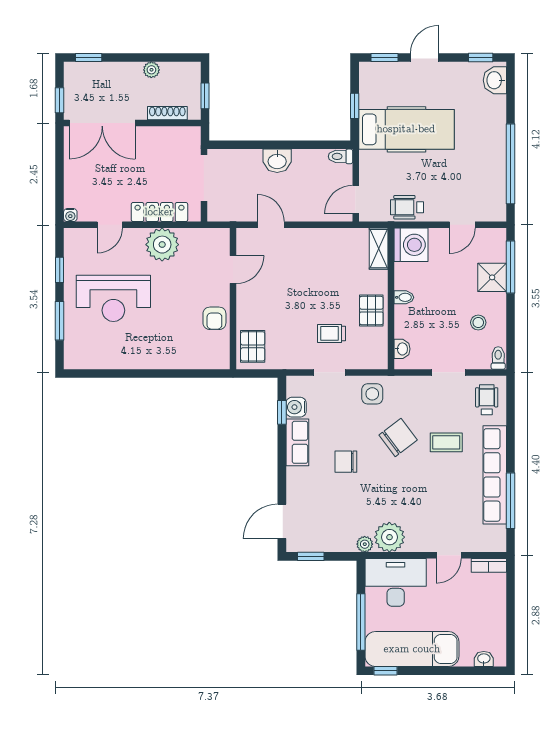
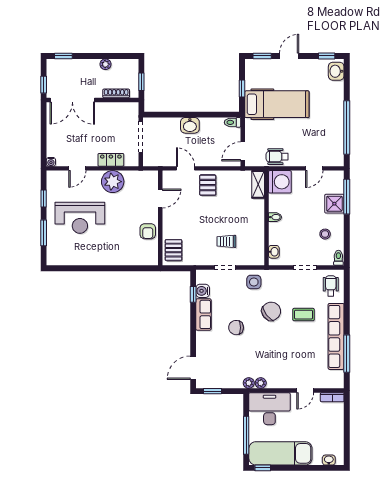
locker: (159, 212) -> (111, 160), width x0.66
pallet: (371, 311) -> (208, 185), moved
plant: (389, 537) -> (261, 383), width x0.53, depth x0.53

